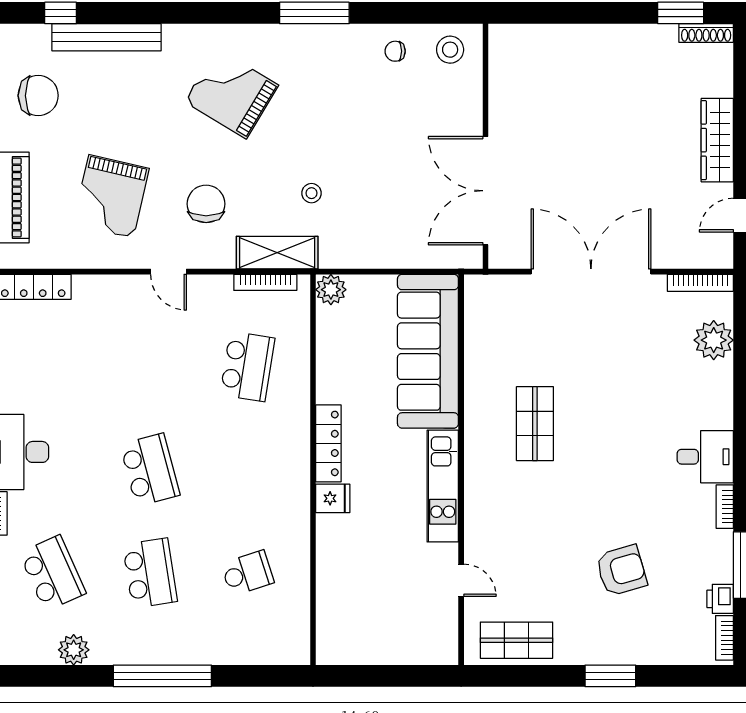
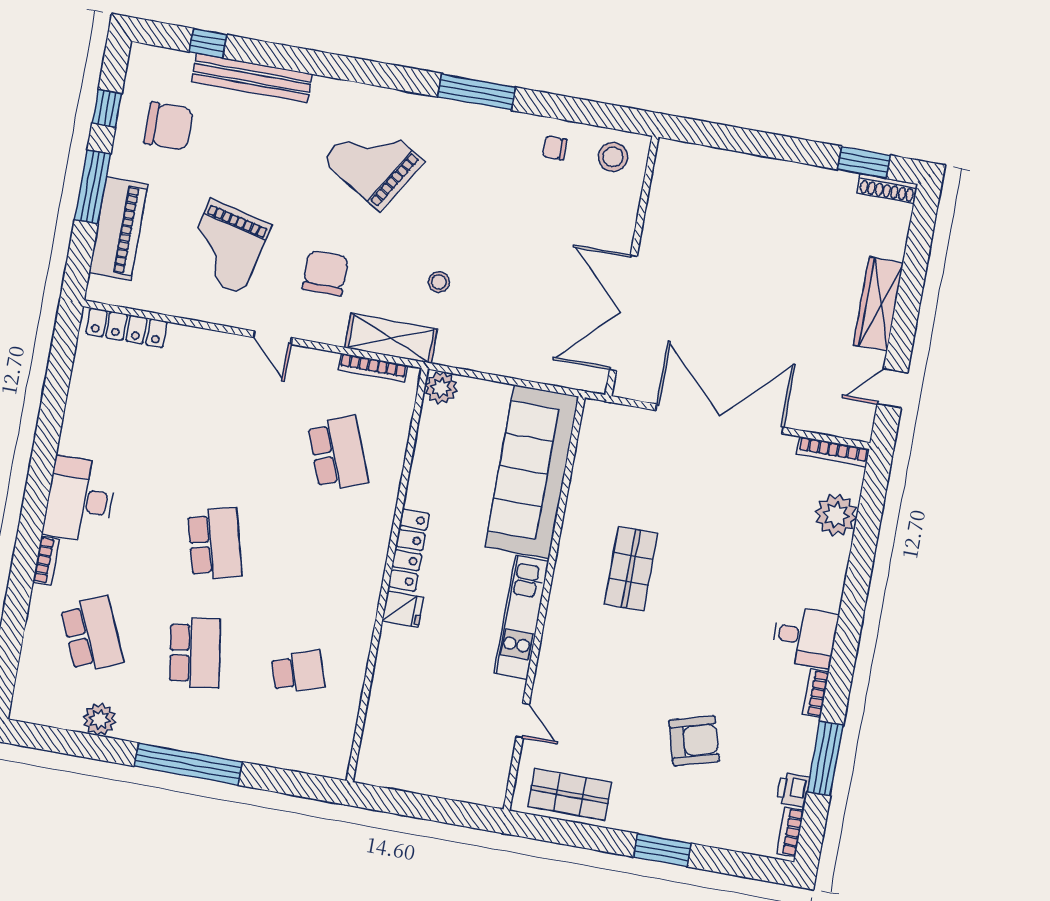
school desk: (247, 366) -> (338, 453), turned -30

